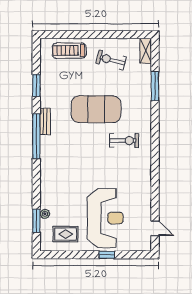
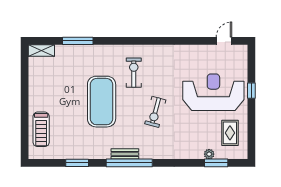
exercise bike: (111, 60) -> (155, 112), moved
bench: (45, 122) -> (125, 154), moved

